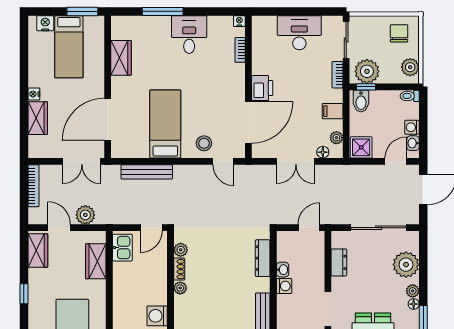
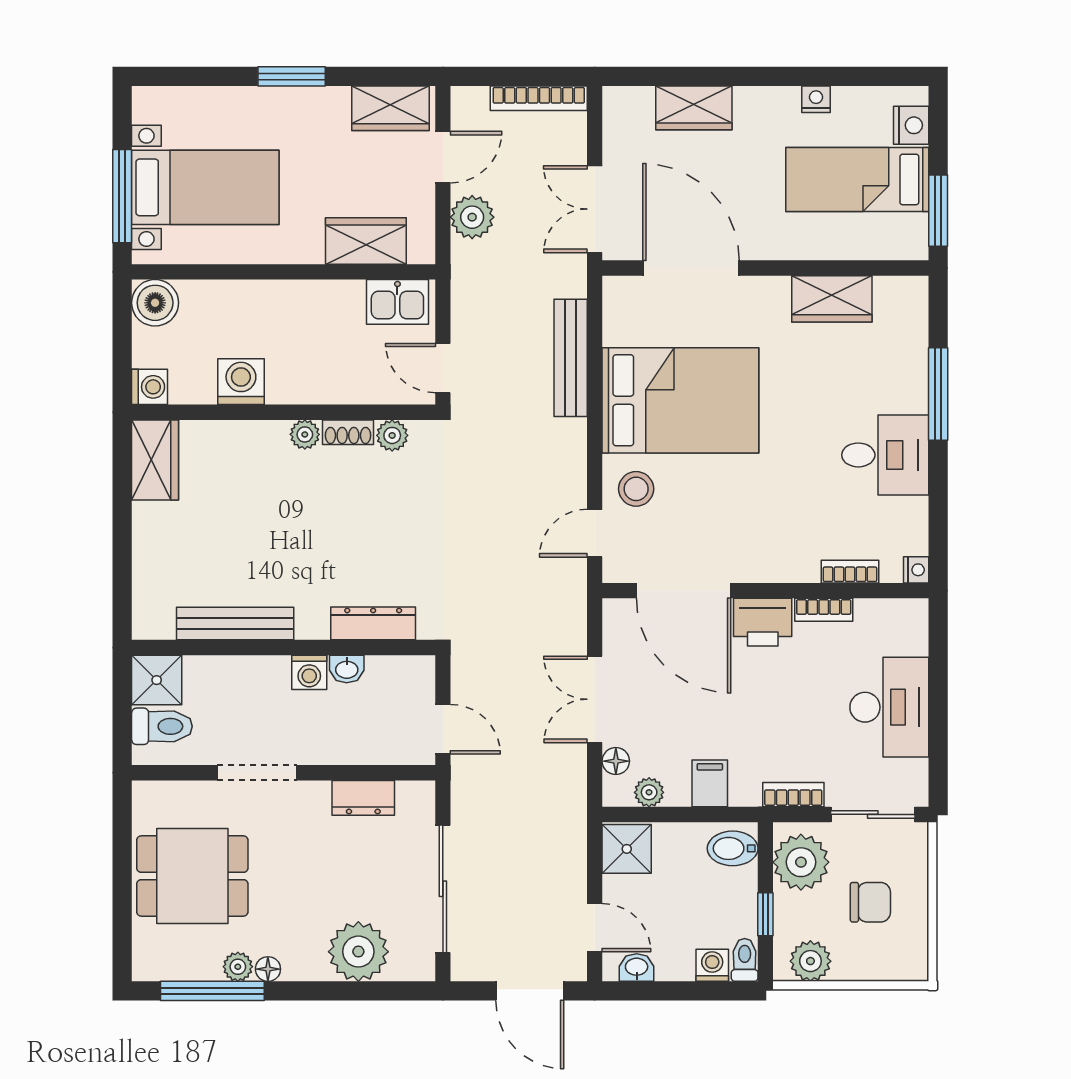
chair: (399, 33) -> (870, 902), moved
bookcase: (257, 61) -> (824, 610), added
window: (366, 87) -> (765, 914), moved
nightstand: (34, 94) -> (816, 99), moved
bed: (165, 124) -> (680, 400), width x1.50
washing machine: (412, 127) -> (712, 965), moved
plant: (413, 291) -> (238, 967), moved
window: (24, 294) -> (292, 76), width x1.50

